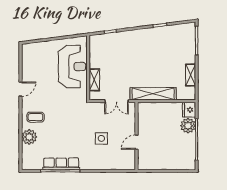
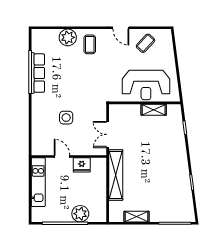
coffee table: (34, 67) -> (145, 43), added
shelving: (94, 80) -> (154, 110), moved
fridge: (189, 110) -> (82, 165), moved, turned 180
kitchen unit: (160, 164) -> (38, 182), added

